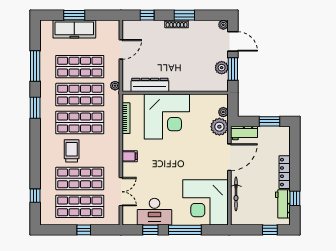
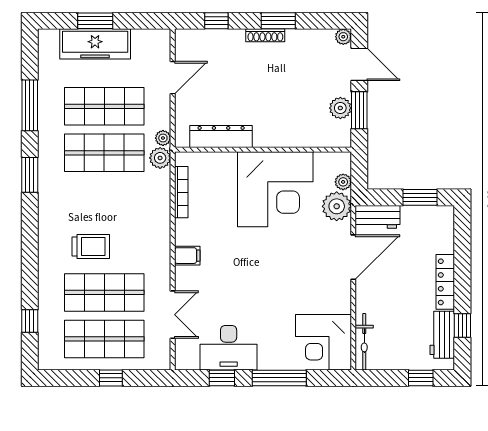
plant: (113, 98) -> (160, 158), added
corner desk: (167, 116) -> (275, 189), moved
shop shelf: (80, 123) -> (104, 199), removed
trolley: (72, 151) -> (91, 246), turned 90
bicycle: (236, 194) -> (364, 342), moved
corner desk: (205, 202) -> (323, 342), width x0.74, depth x0.74

